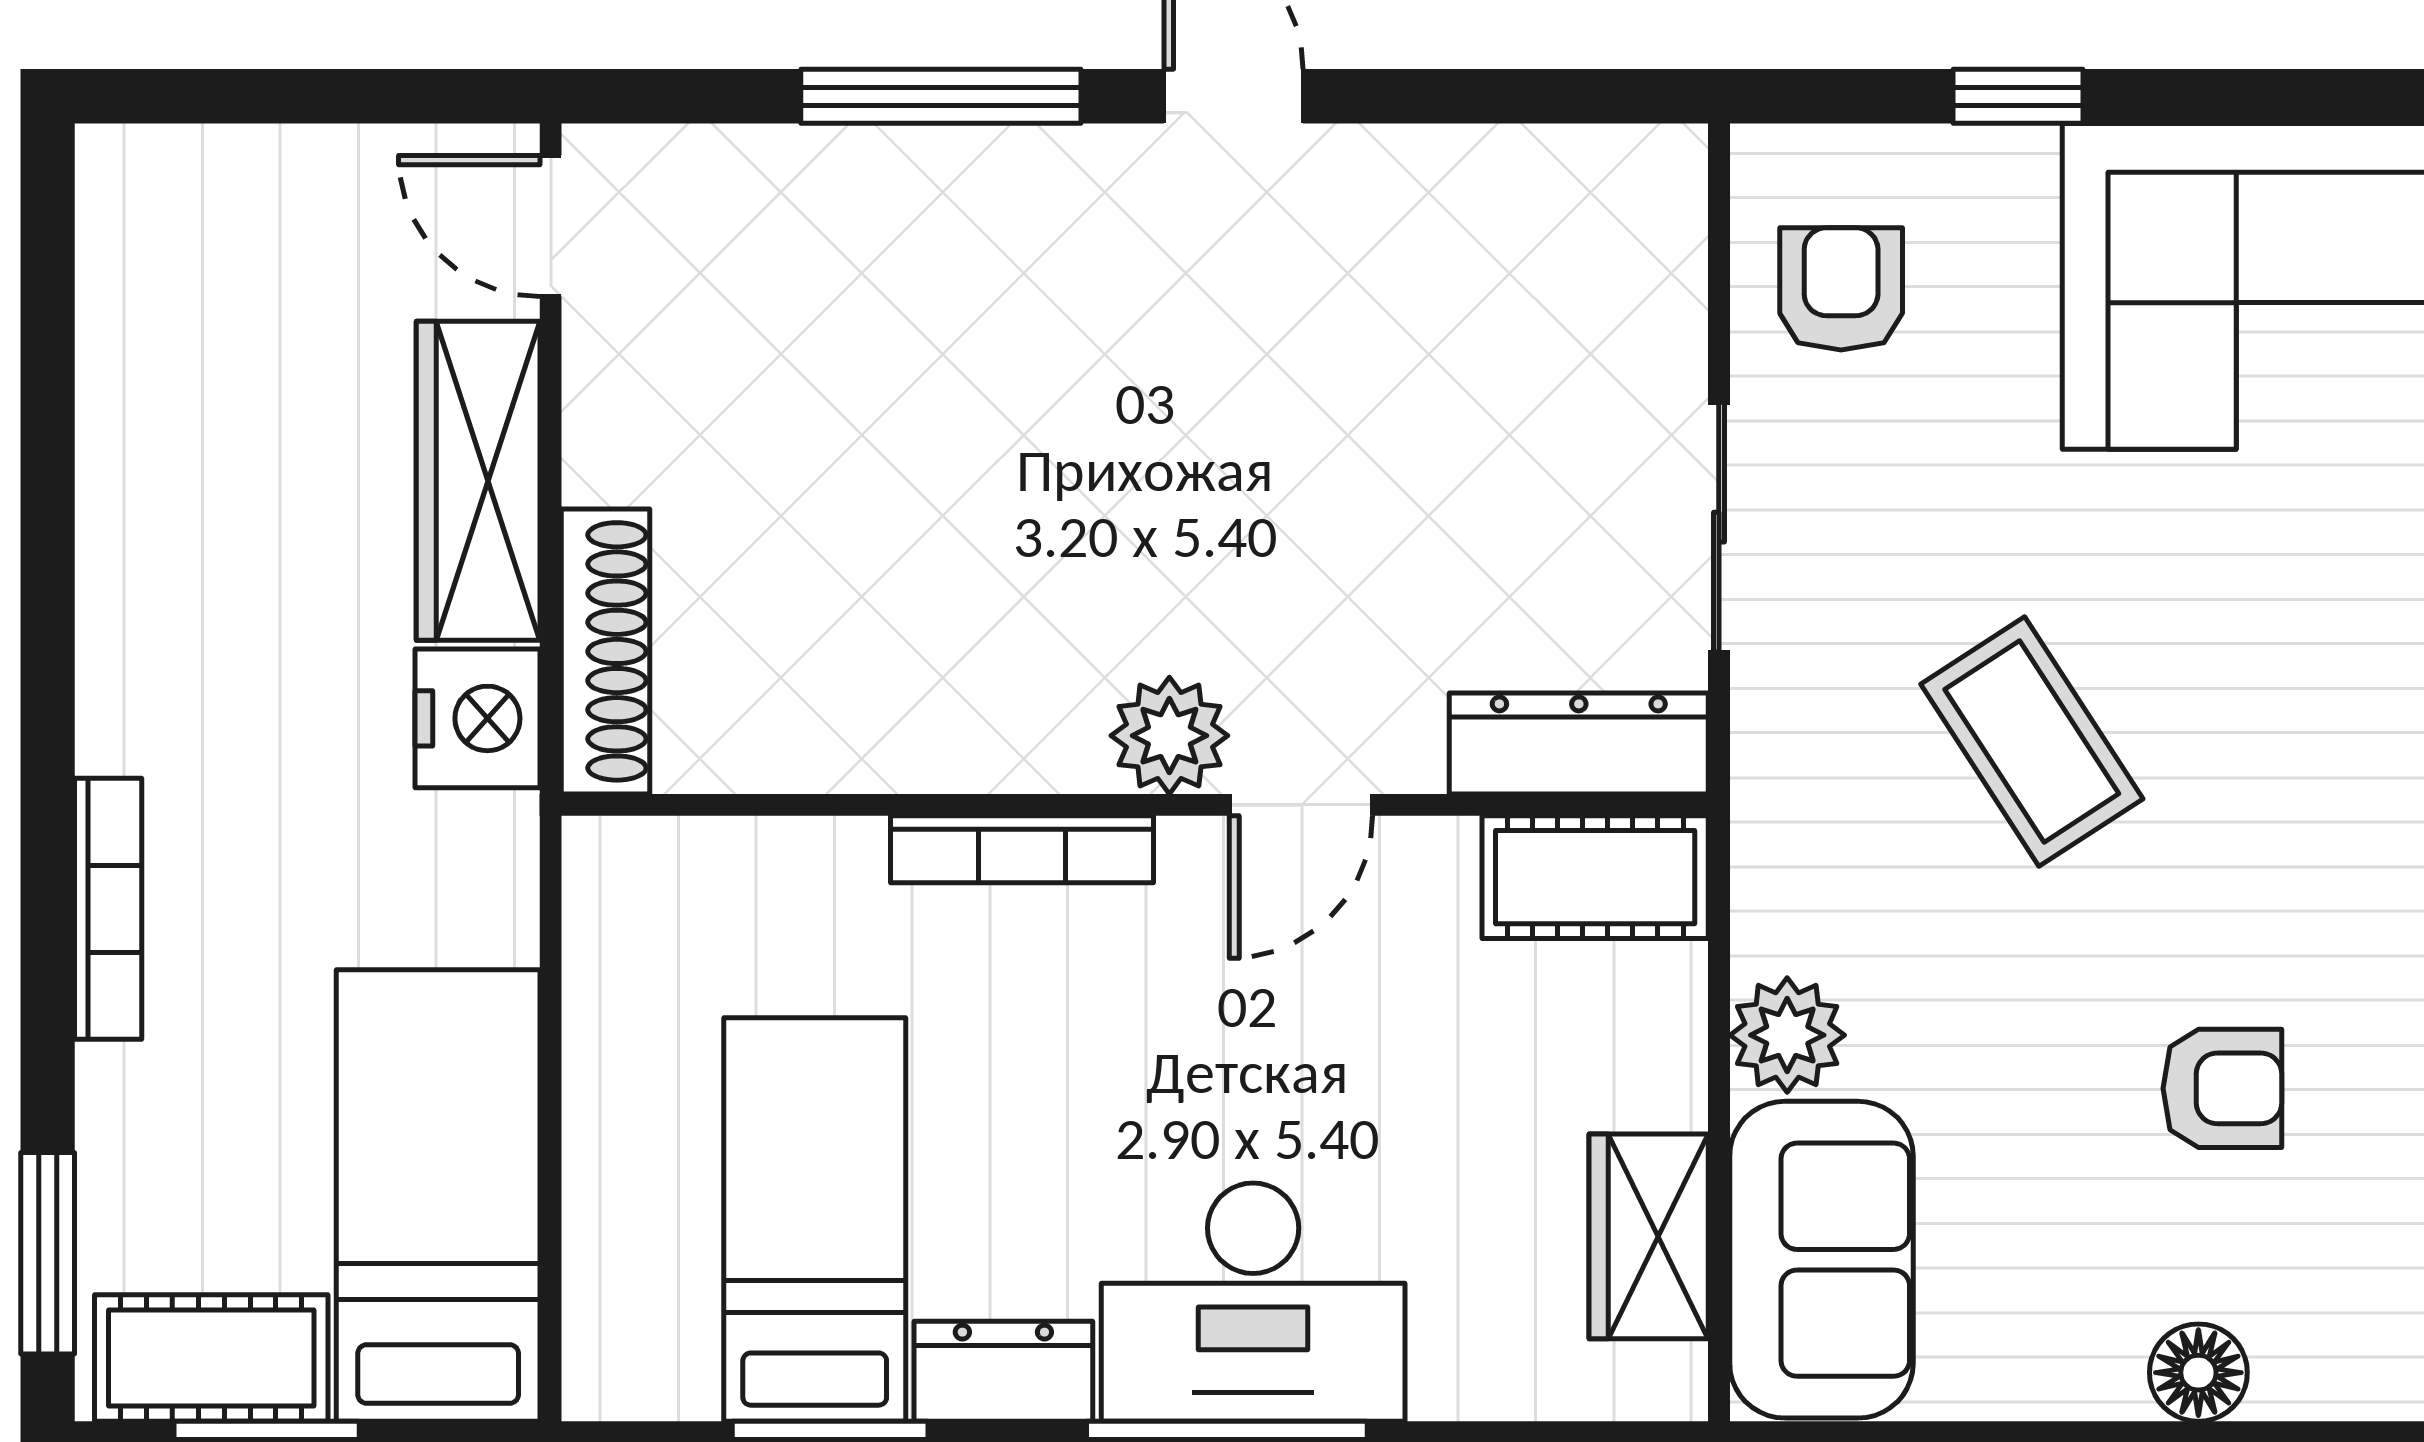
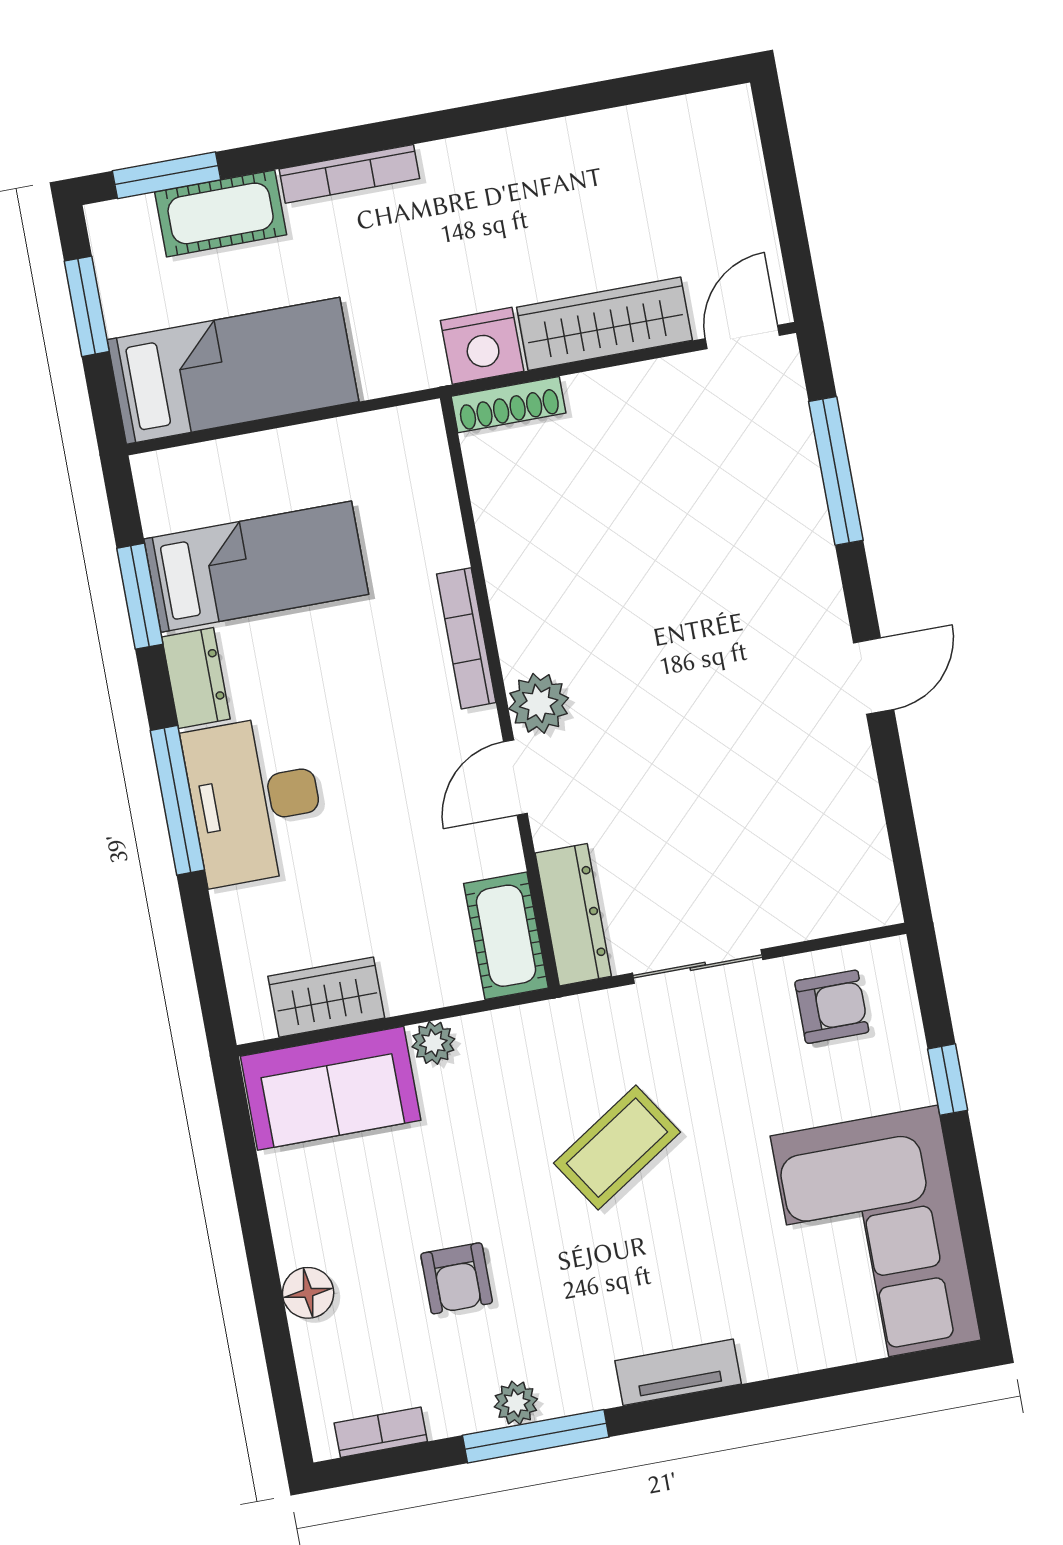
window: (941, 96) -> (836, 471), moved
shoe rack: (605, 651) -> (508, 405), width x0.74, depth x0.81
door: (1301, 805) -> (515, 778), hinge flipped
plant: (1787, 1035) -> (433, 1043), width x0.73, depth x0.73
cot: (211, 1358) -> (221, 213), moved, turned 90

